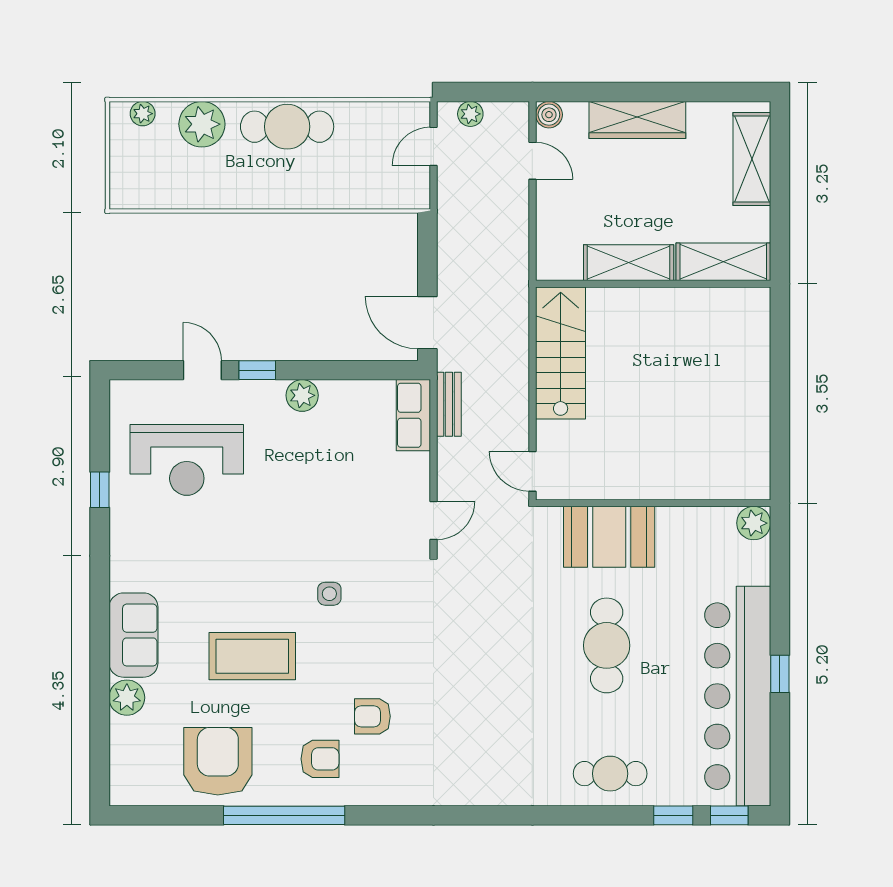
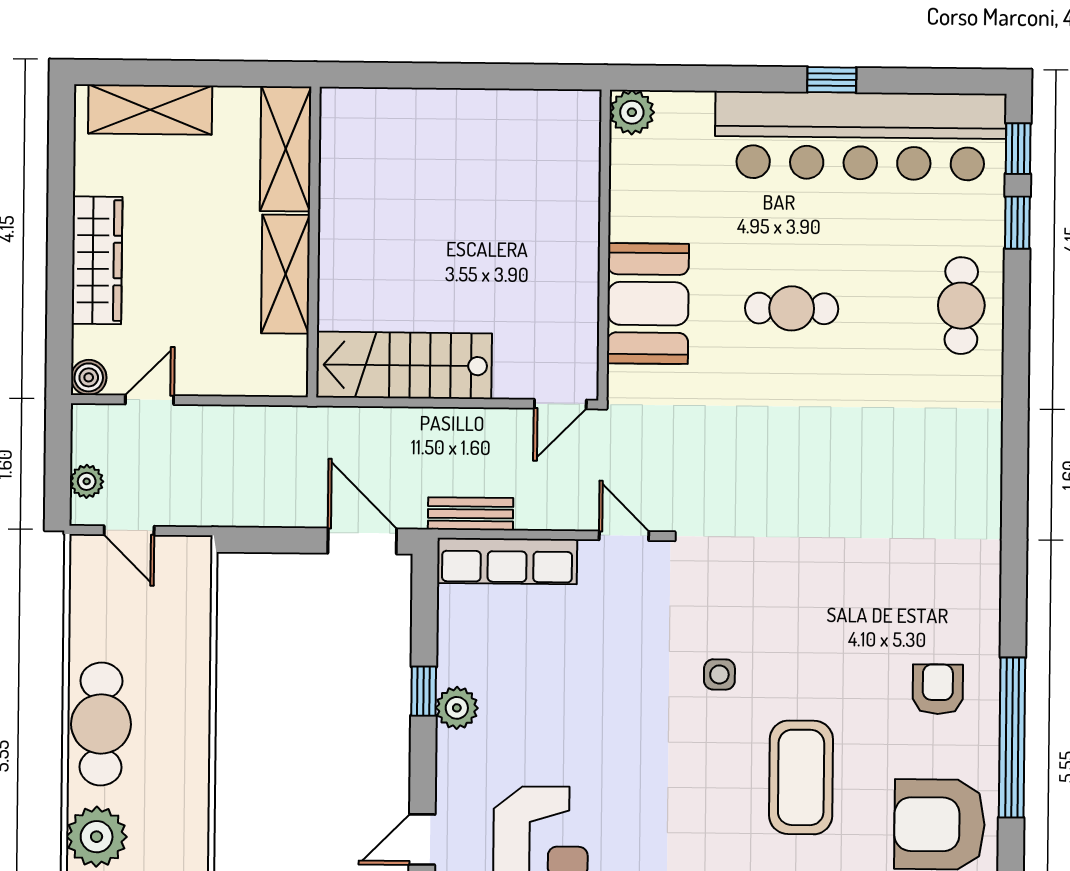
door: (427, 323) -> (362, 541), swing flipped
window: (257, 370) -> (424, 691), moved
row of seats: (413, 415) -> (507, 561), width x1.48
cafe table: (607, 645) -> (792, 308), width x0.73, depth x0.74
armchair: (372, 716) -> (882, 619), removed

